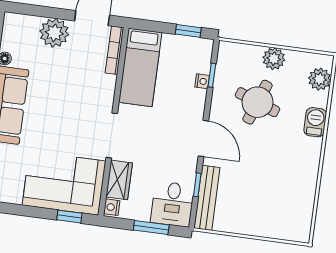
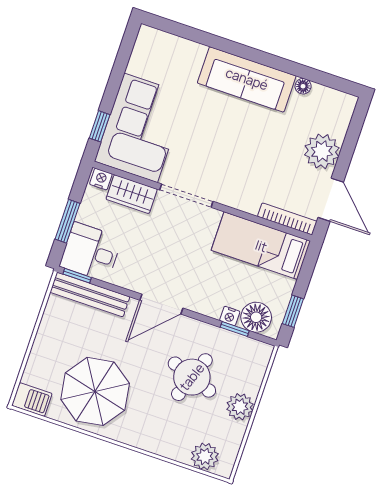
floor lamp: (199, 60) -> (256, 317), added
barbecue: (315, 122) -> (32, 399), moved
parasol: (284, 178) -> (95, 391), added
window: (197, 185) -> (77, 276), moved

